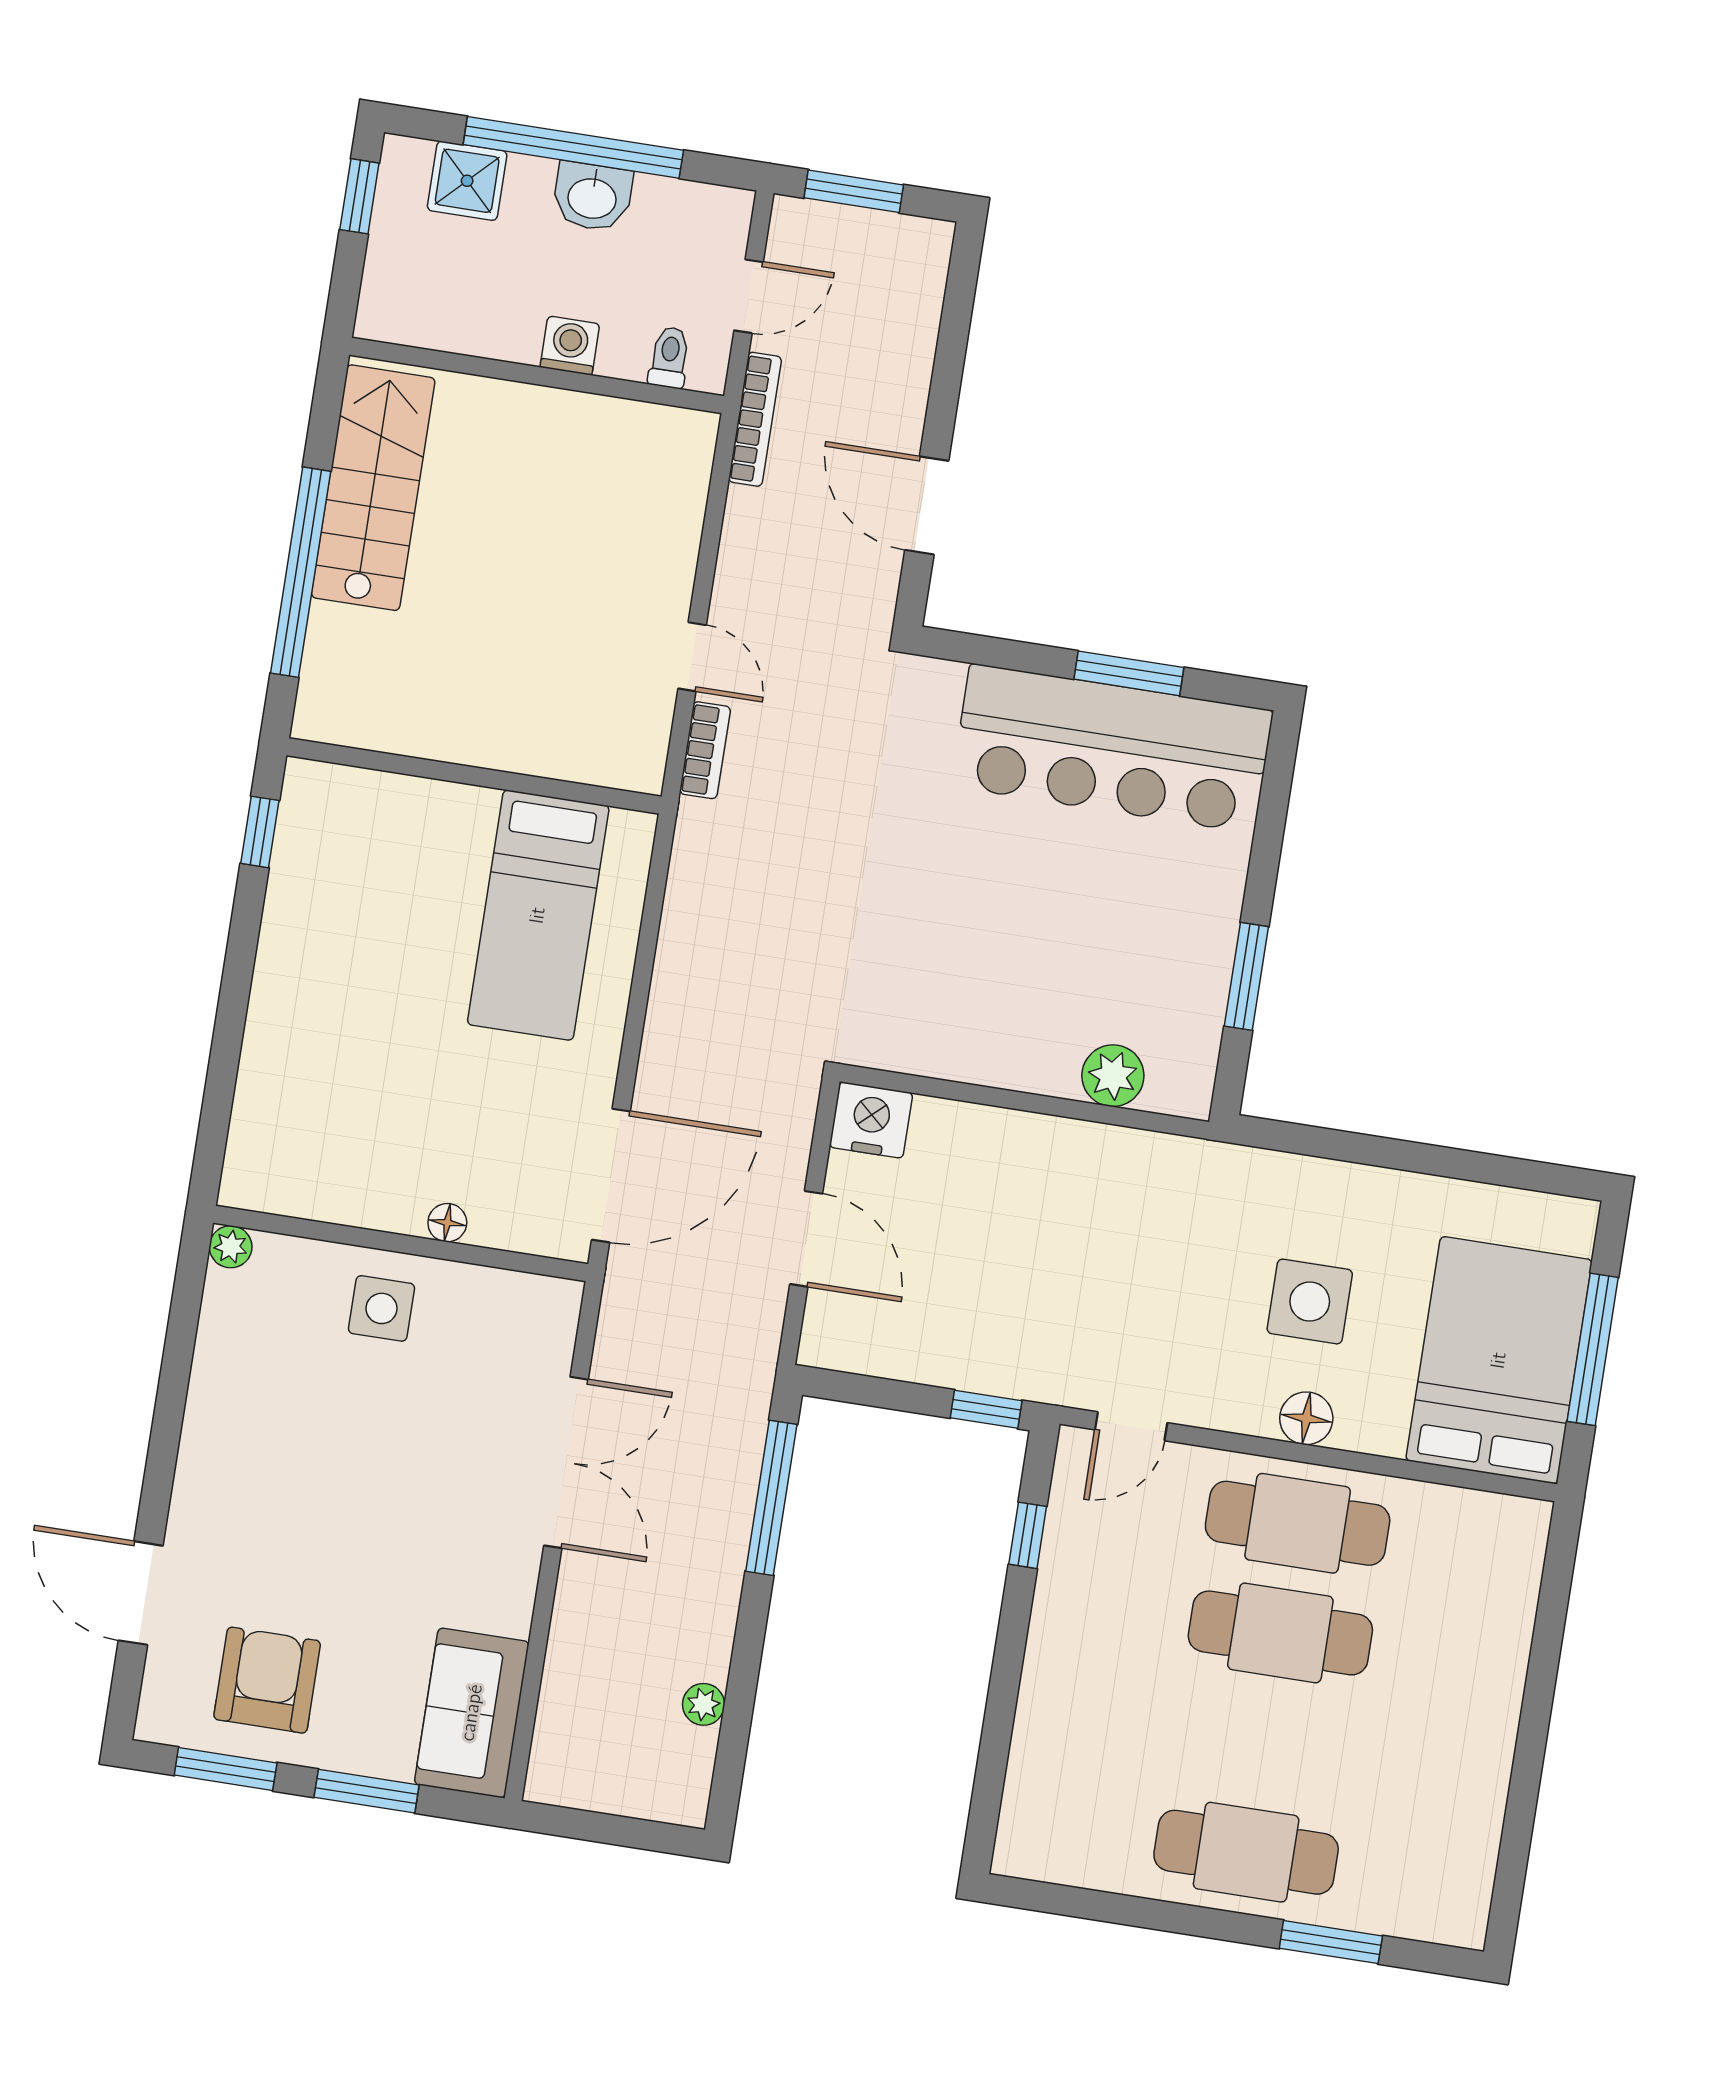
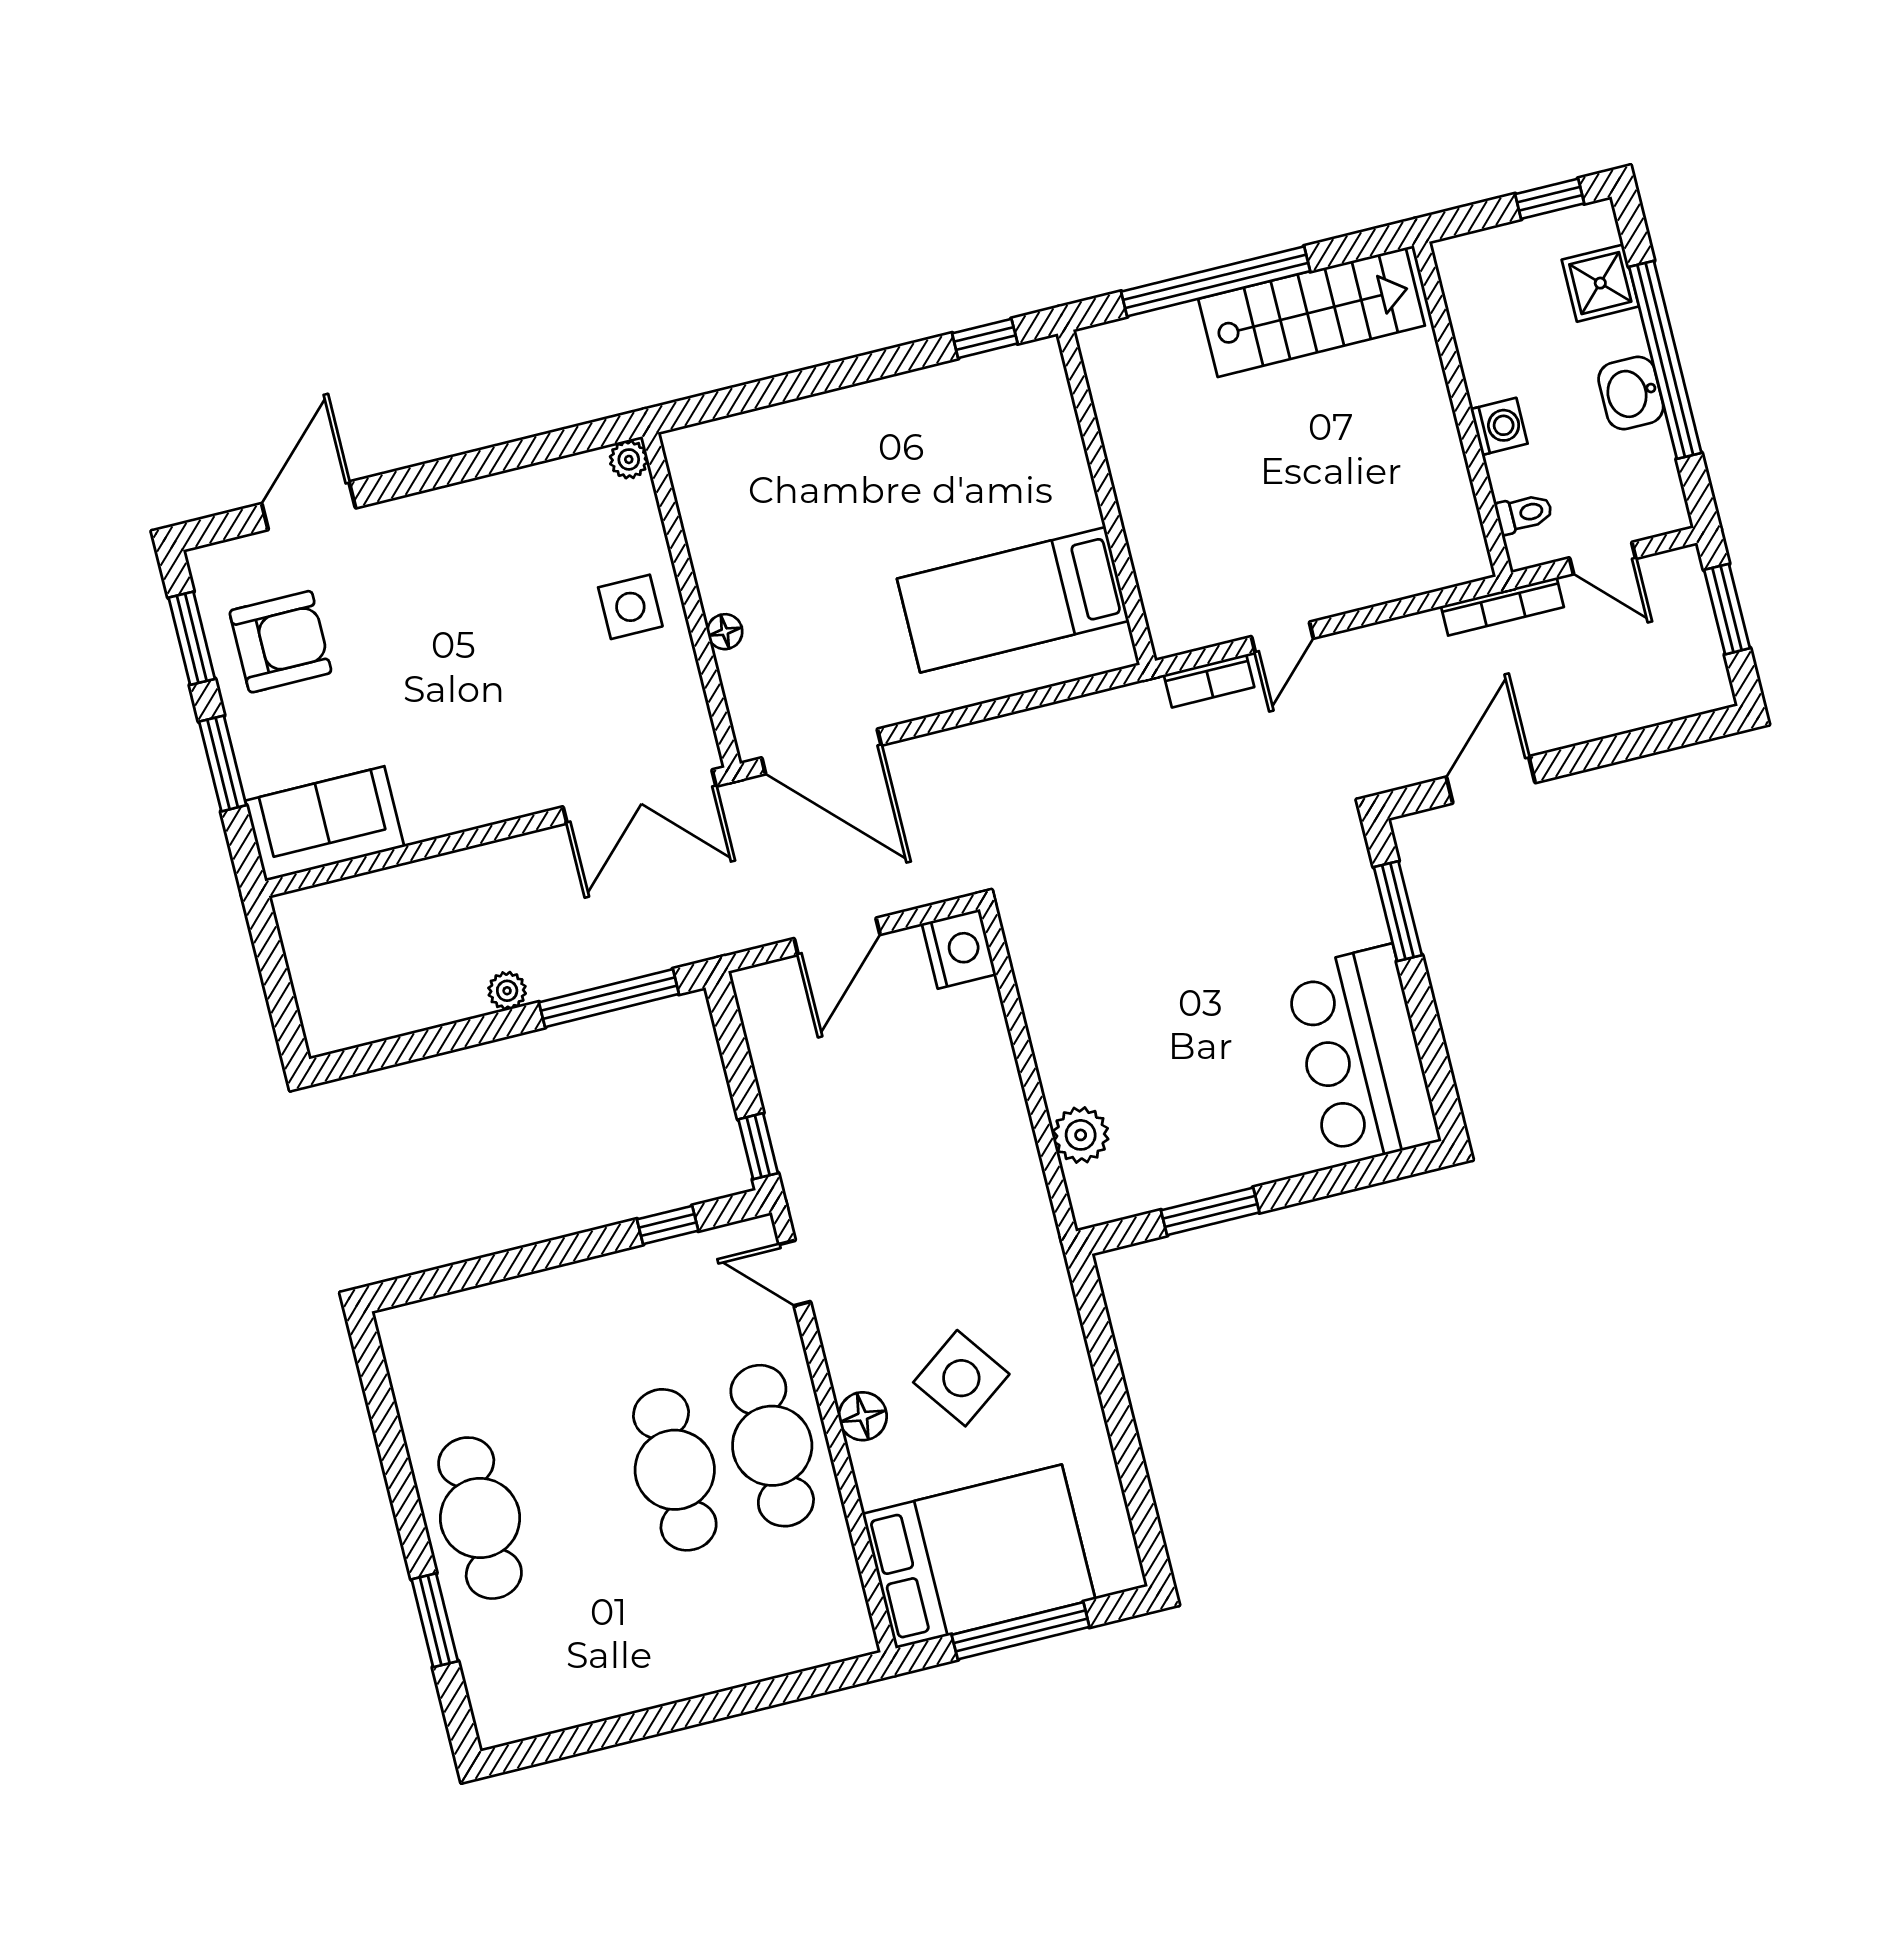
window: (1129, 673) -> (1398, 911), moved
bar counter: (1112, 748) -> (1362, 1056), width x0.73
side table: (1310, 1302) -> (961, 1378), turned -36
double door: (566, 1462) -> (639, 796), moved
plant: (704, 1704) -> (507, 991), moved

